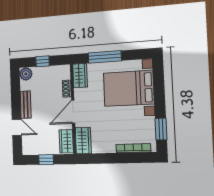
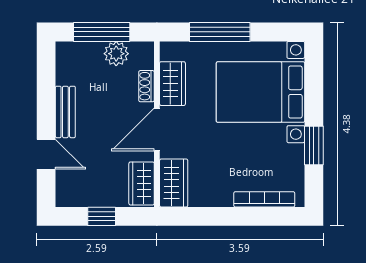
window: (43, 61) -> (102, 32), width x2.17
plant: (26, 74) -> (116, 54), moved
wardrobe: (80, 76) -> (172, 84), moved
window: (161, 129) -> (314, 145), moved

